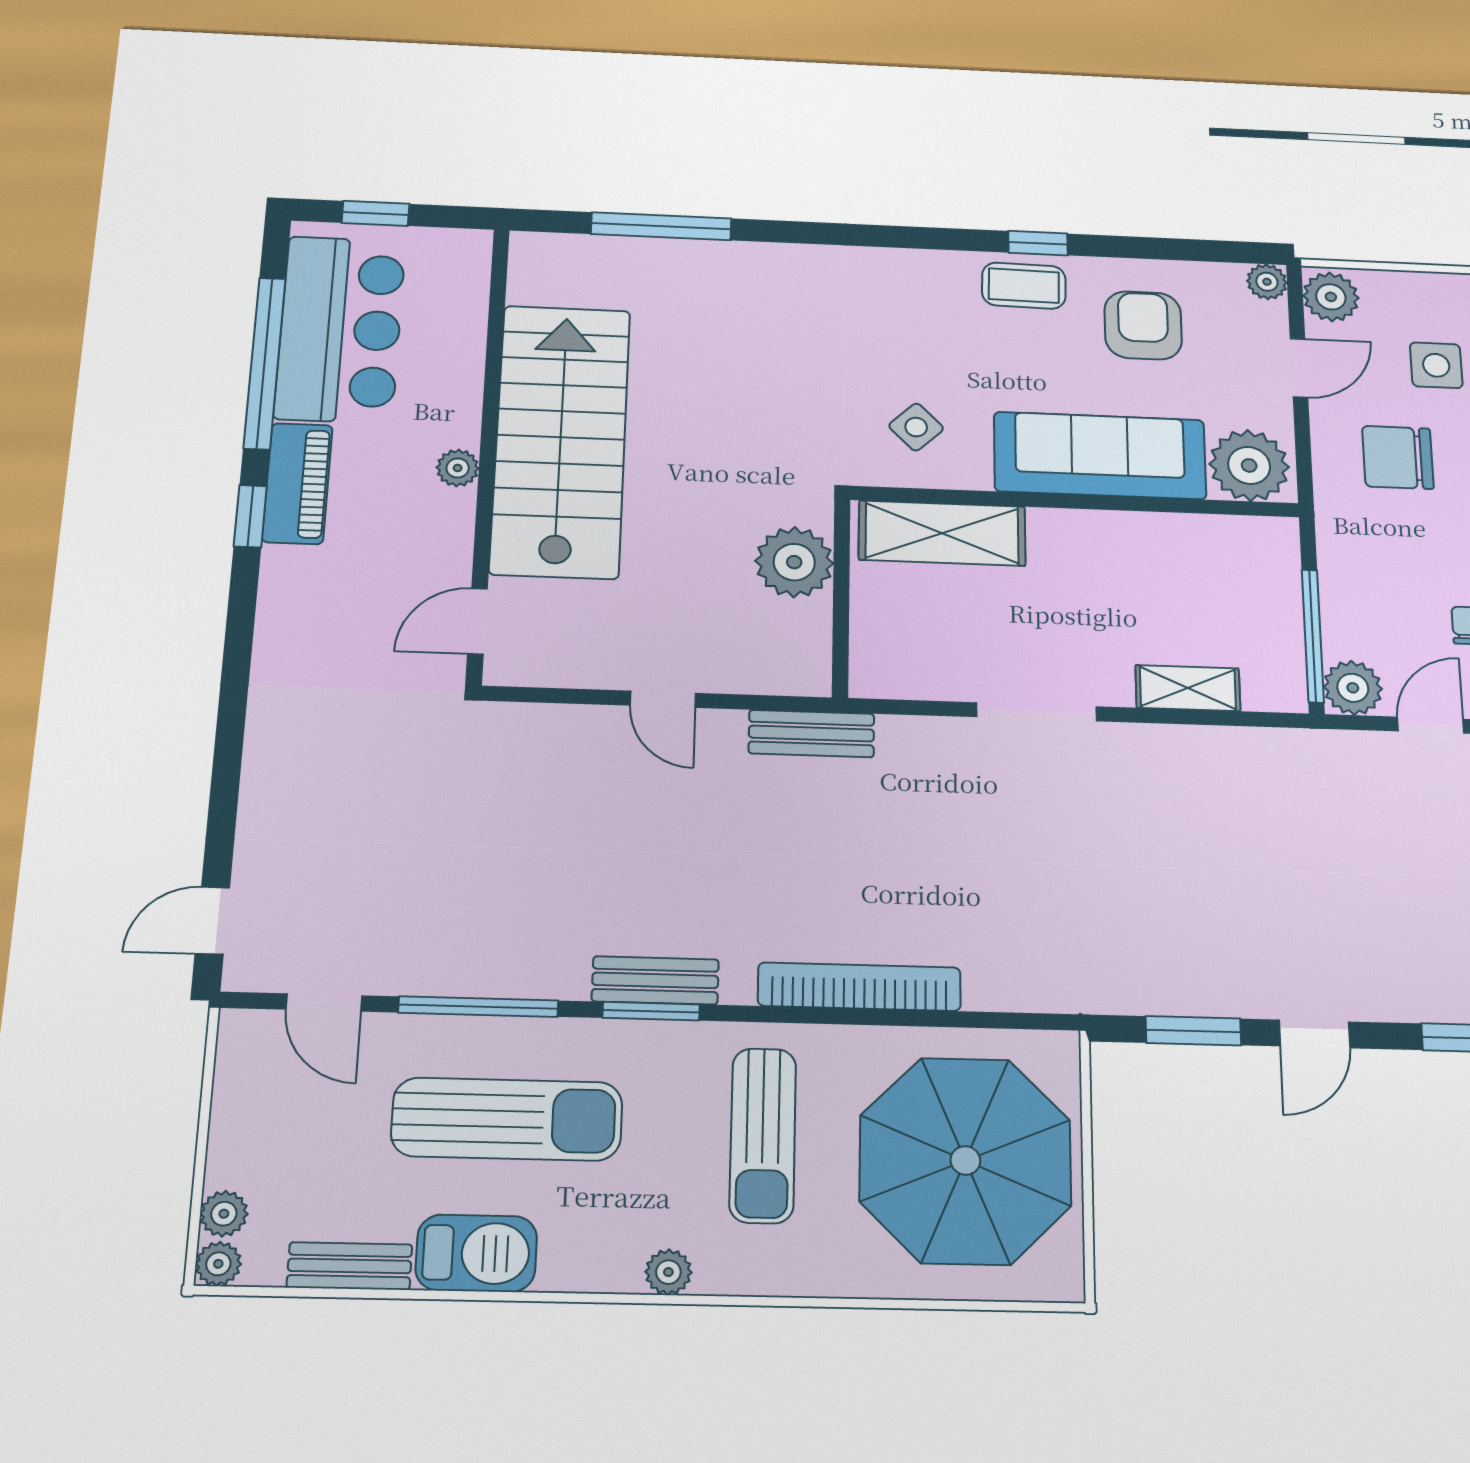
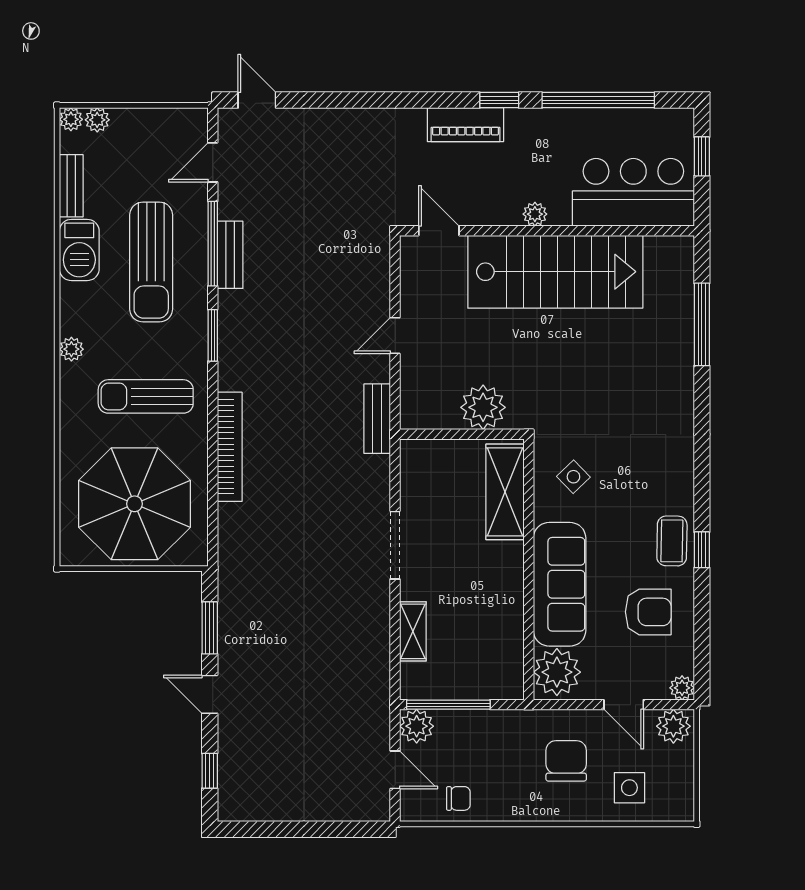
bar counter: (340, 329) -> (633, 192), moved, turned 180
piano: (297, 483) -> (465, 125), moved
bench: (655, 980) -> (230, 255), moved

